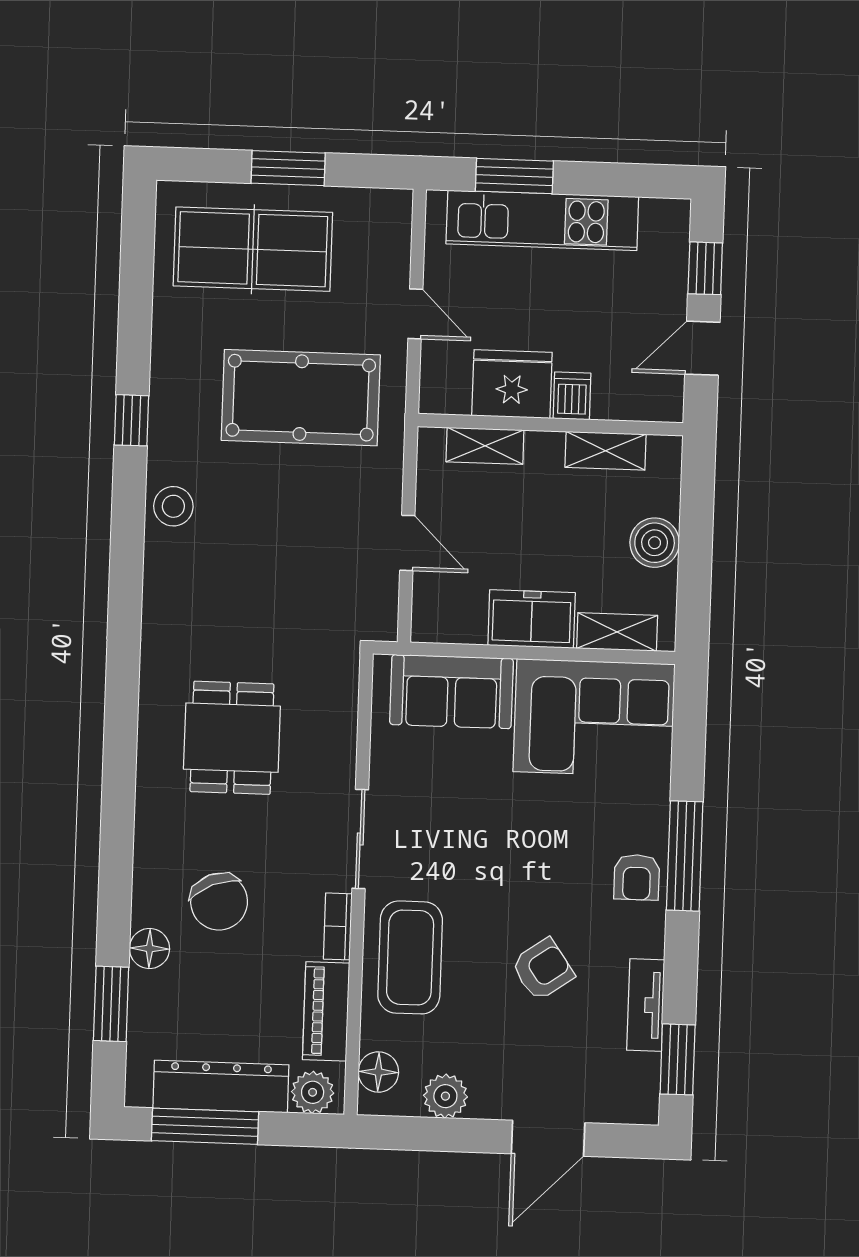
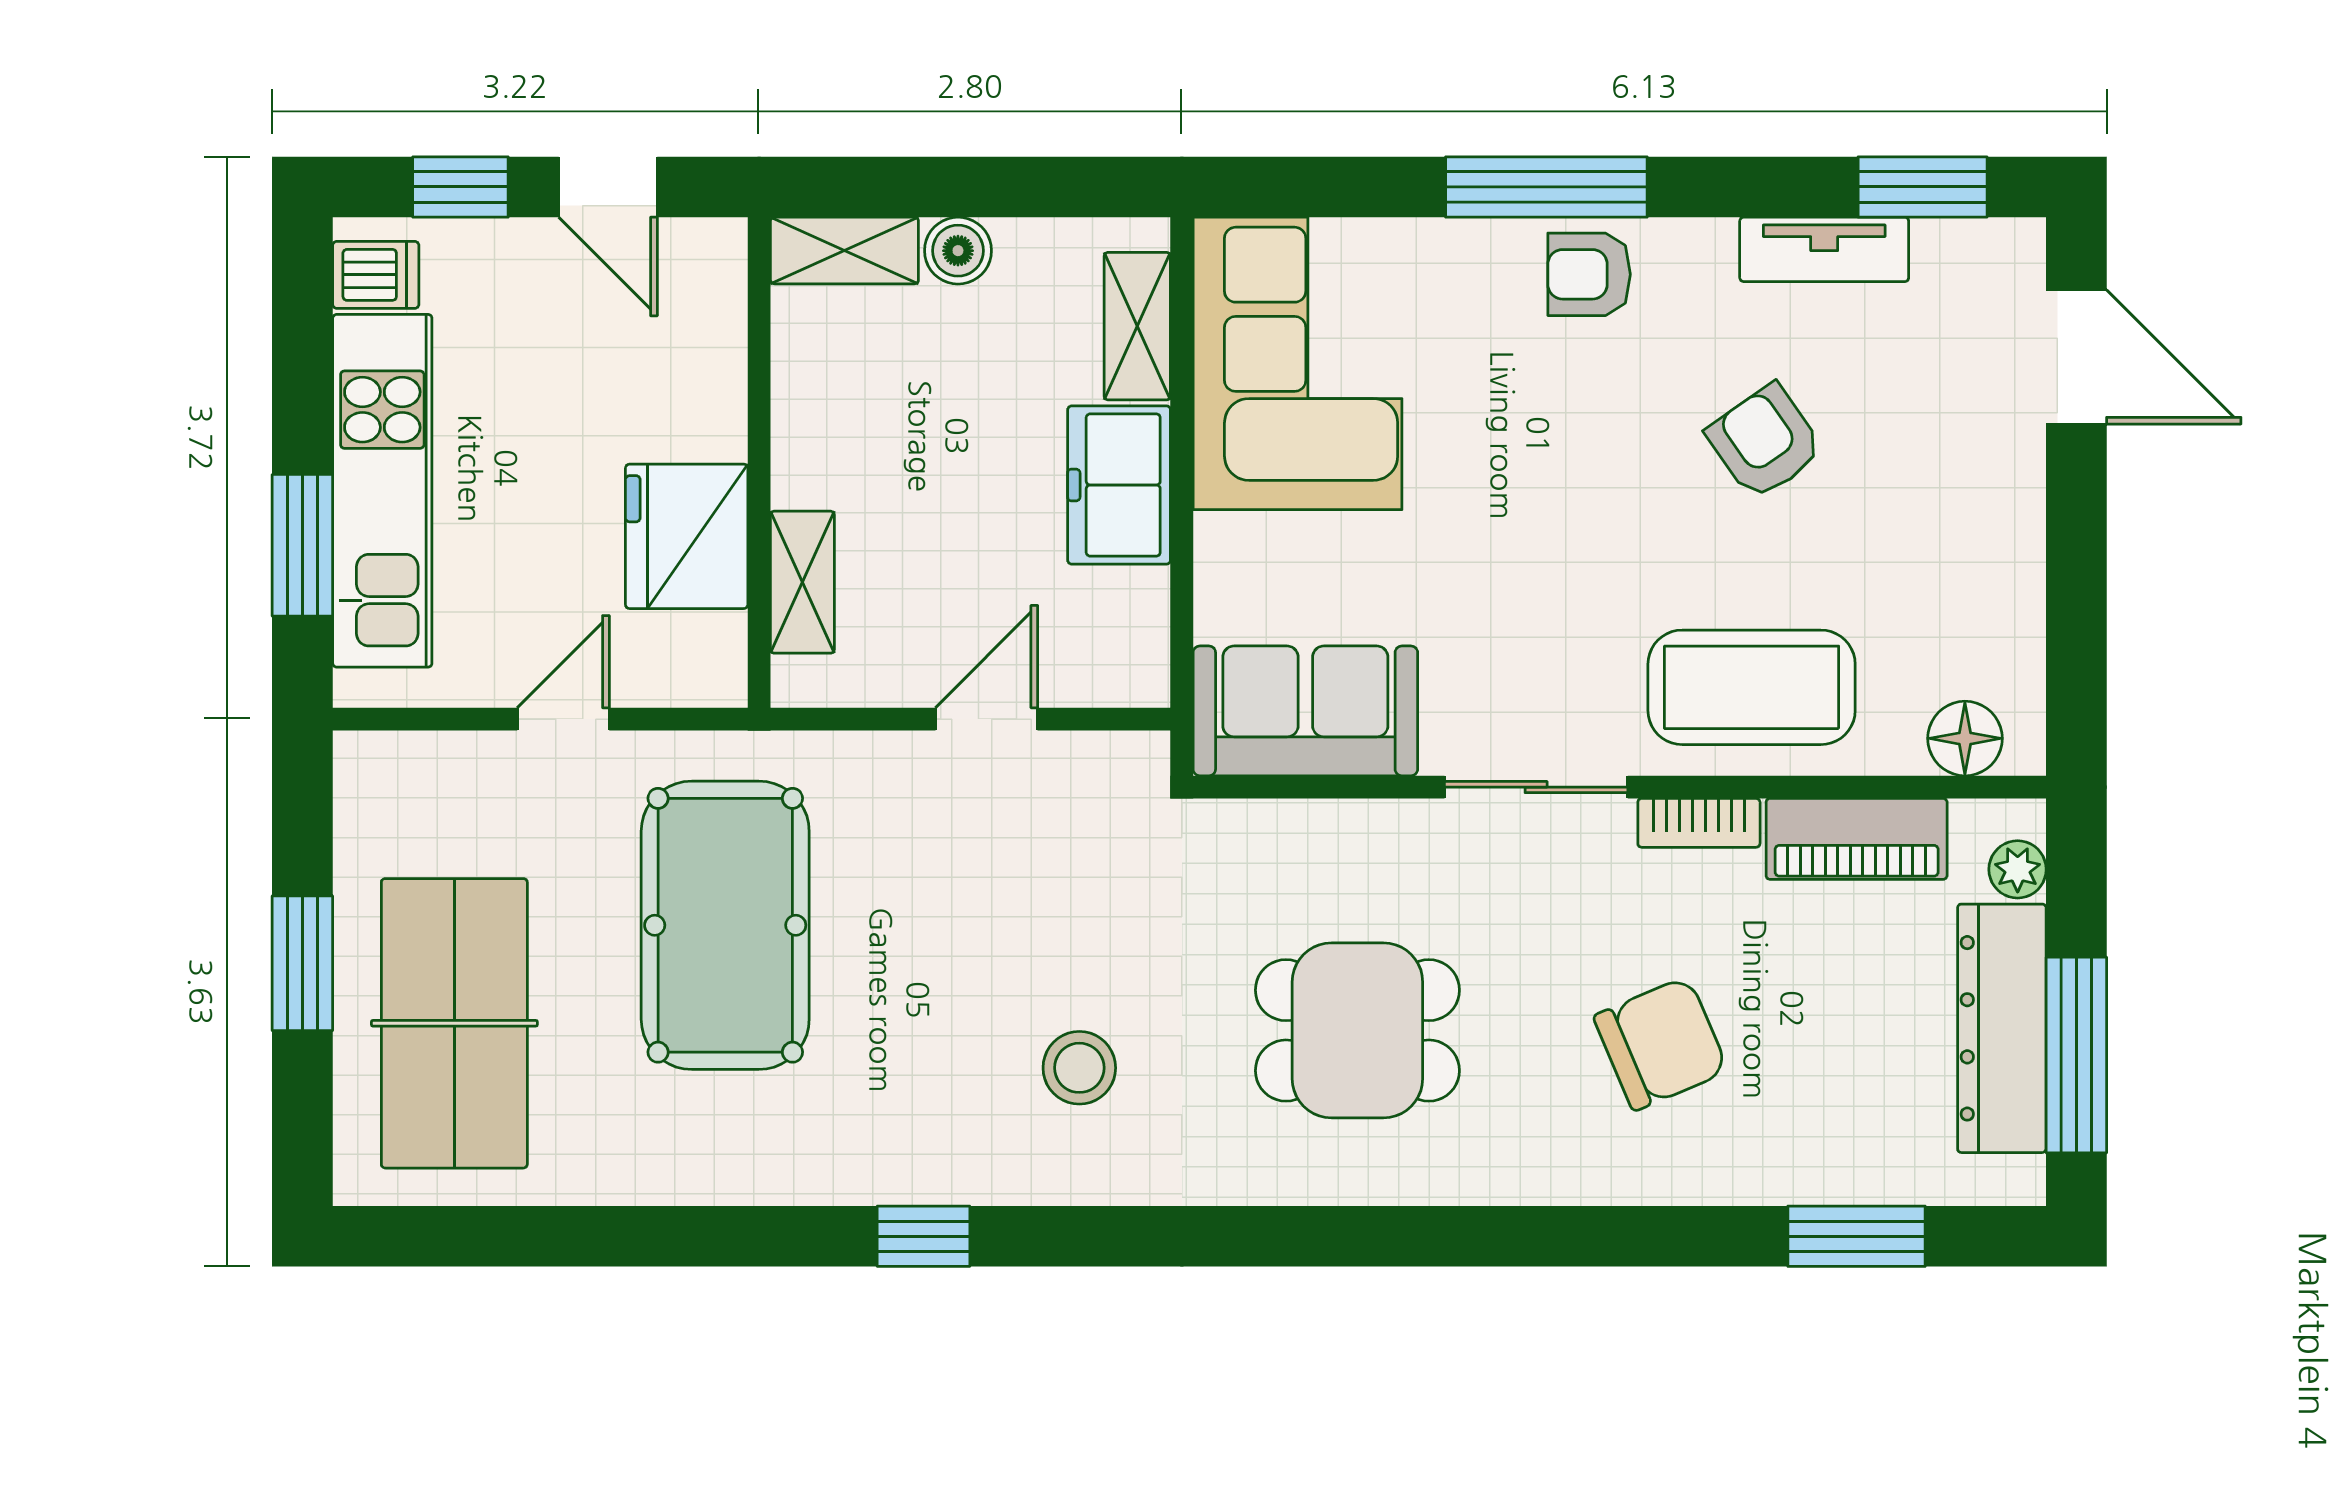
dishwasher: (572, 396) -> (376, 275), moved, turned 180
window: (131, 420) -> (924, 1236), moved
shelving: (606, 451) -> (844, 250), moved, turned 90
stool: (173, 506) -> (1079, 1068), moved
boiler: (655, 543) -> (958, 251), width x0.73, depth x0.73
sofa: (452, 692) -> (1305, 711), moved, turned -90
armchair: (637, 877) -> (1589, 274), turned 180
floor lamp: (149, 949) -> (1752, 1169), removed
plant: (313, 1092) -> (2018, 869), width x0.73, depth x0.73
plant: (445, 1096) -> (2005, 613), removed
door: (548, 1138) -> (2076, 357), moved

